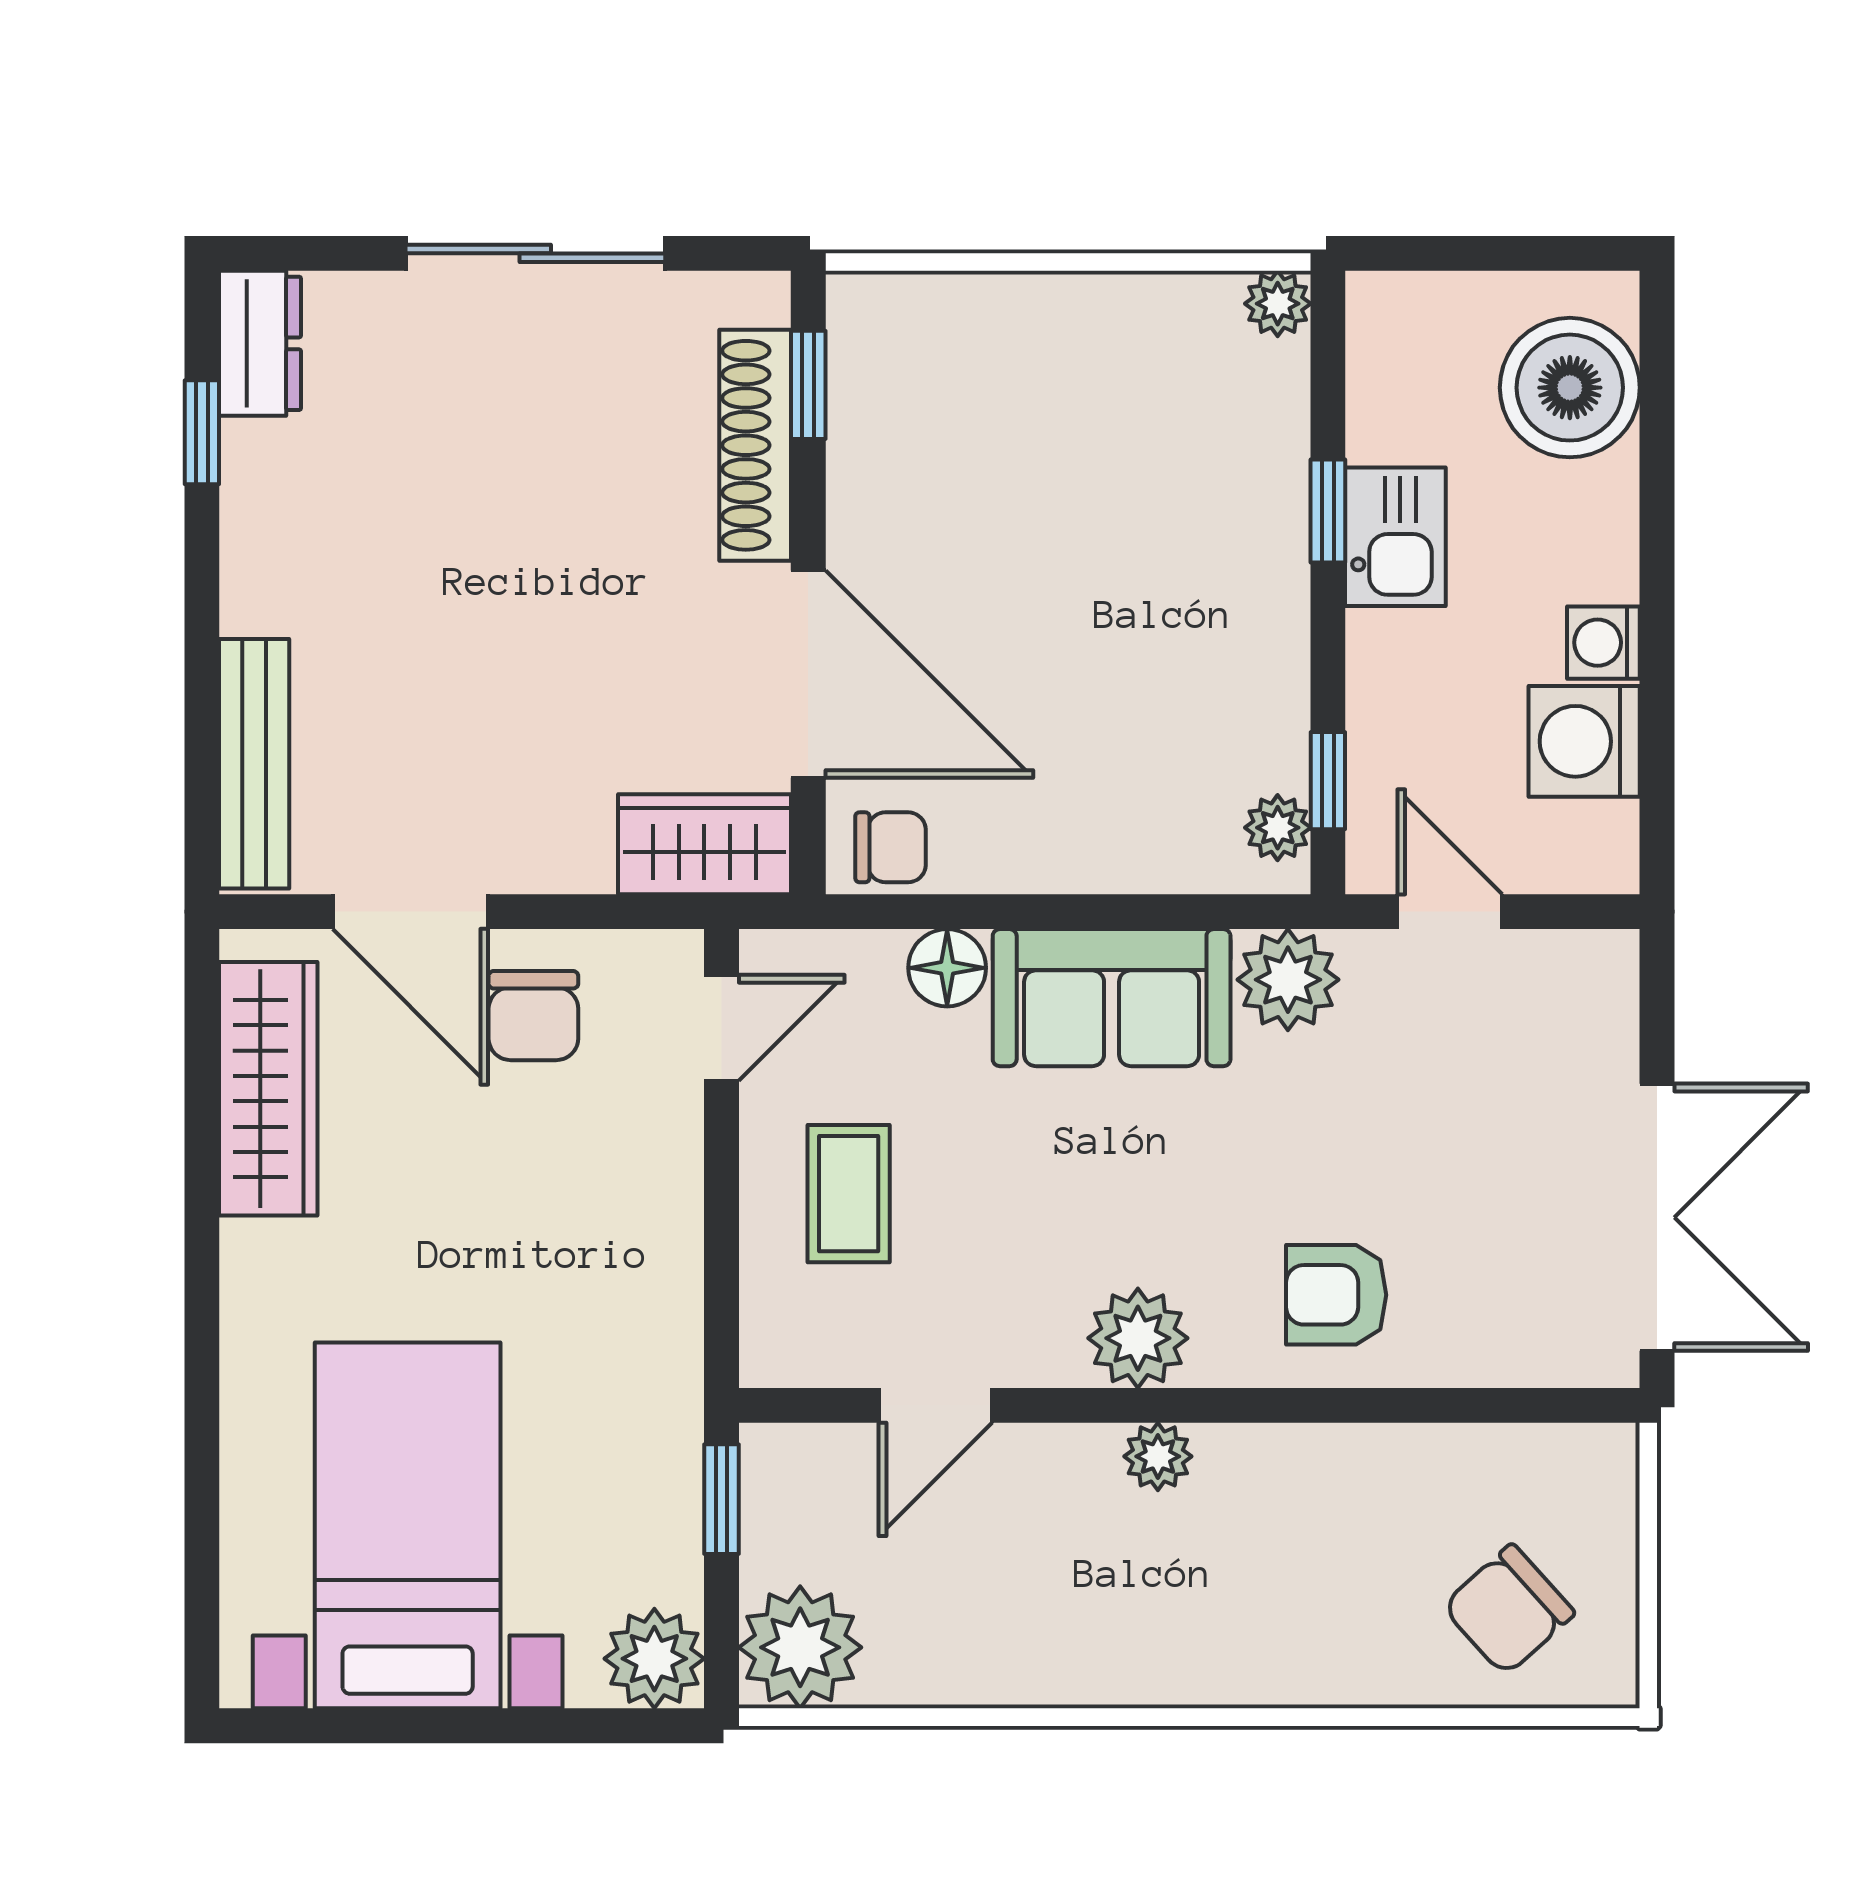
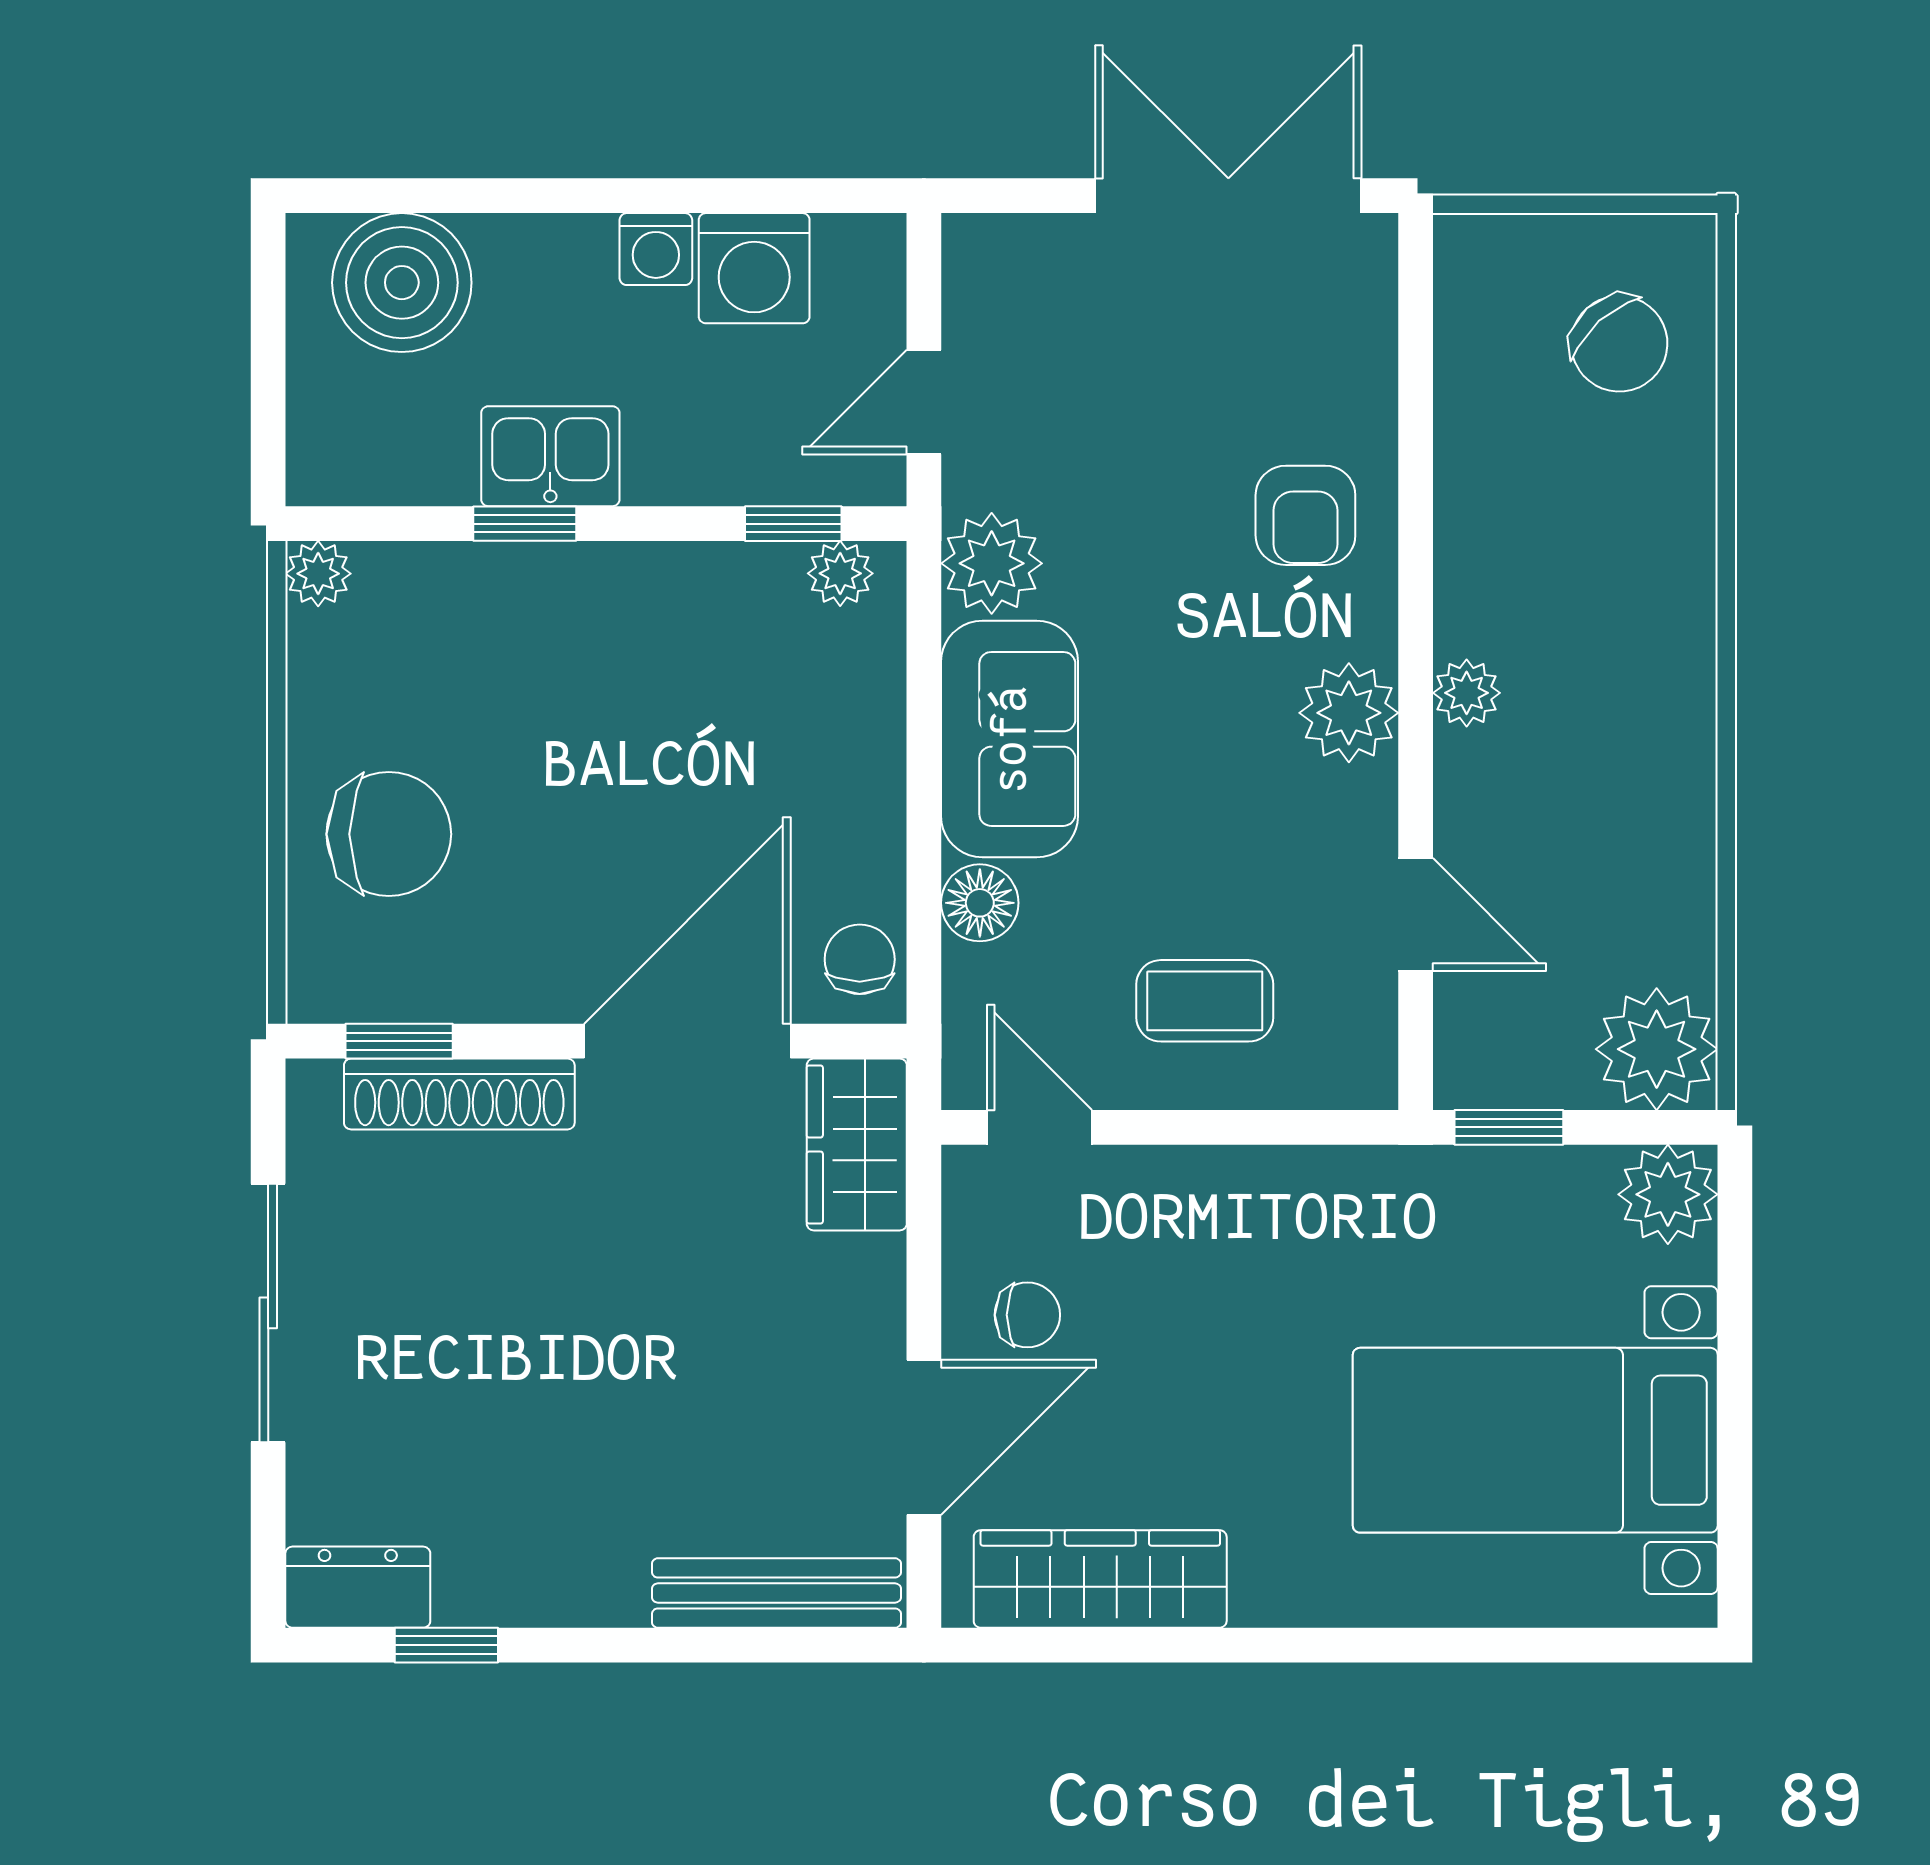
chair: (1016, 375) -> (389, 834), added
chair: (533, 1016) -> (1027, 1315), width x0.73, depth x0.73

